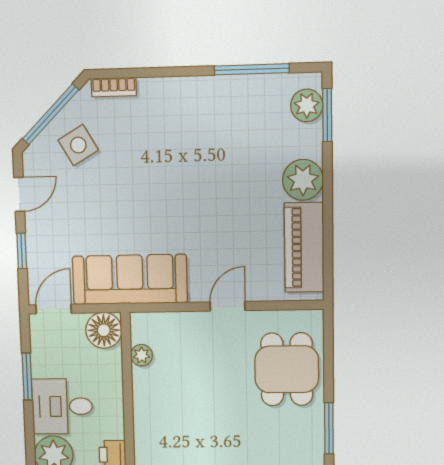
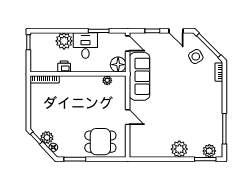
piano: (304, 247) -> (152, 149), removed

